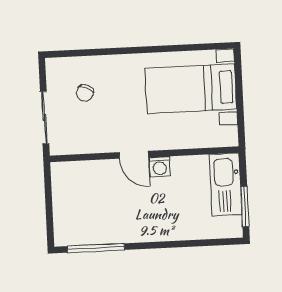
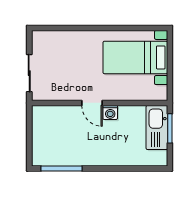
chair: (85, 93) -> (59, 57), removed
window: (245, 207) -> (170, 128), moved

